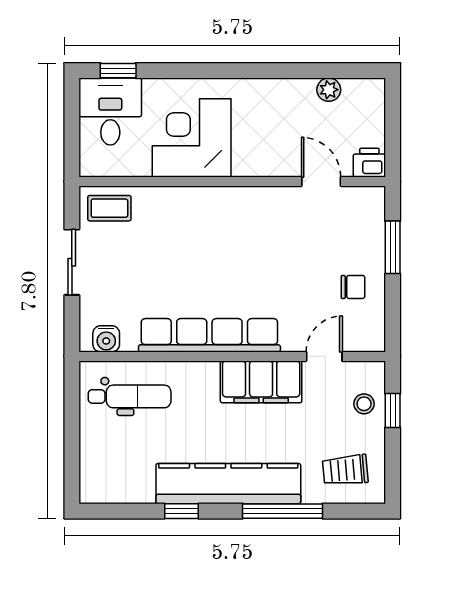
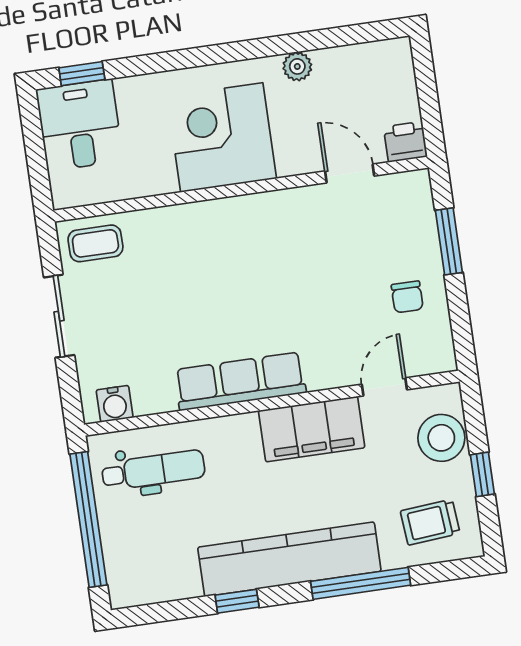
plant: (329, 90) -> (297, 66), moved
corner desk: (192, 138) -> (222, 137), moved
chair: (353, 287) -> (407, 297), turned 90
row of seats: (209, 335) -> (240, 381), width x0.73
stool: (364, 404) -> (441, 438), width x1.89, depth x1.89
window: (393, 411) -> (482, 474), moved
window: (72, 428) -> (88, 519), added

